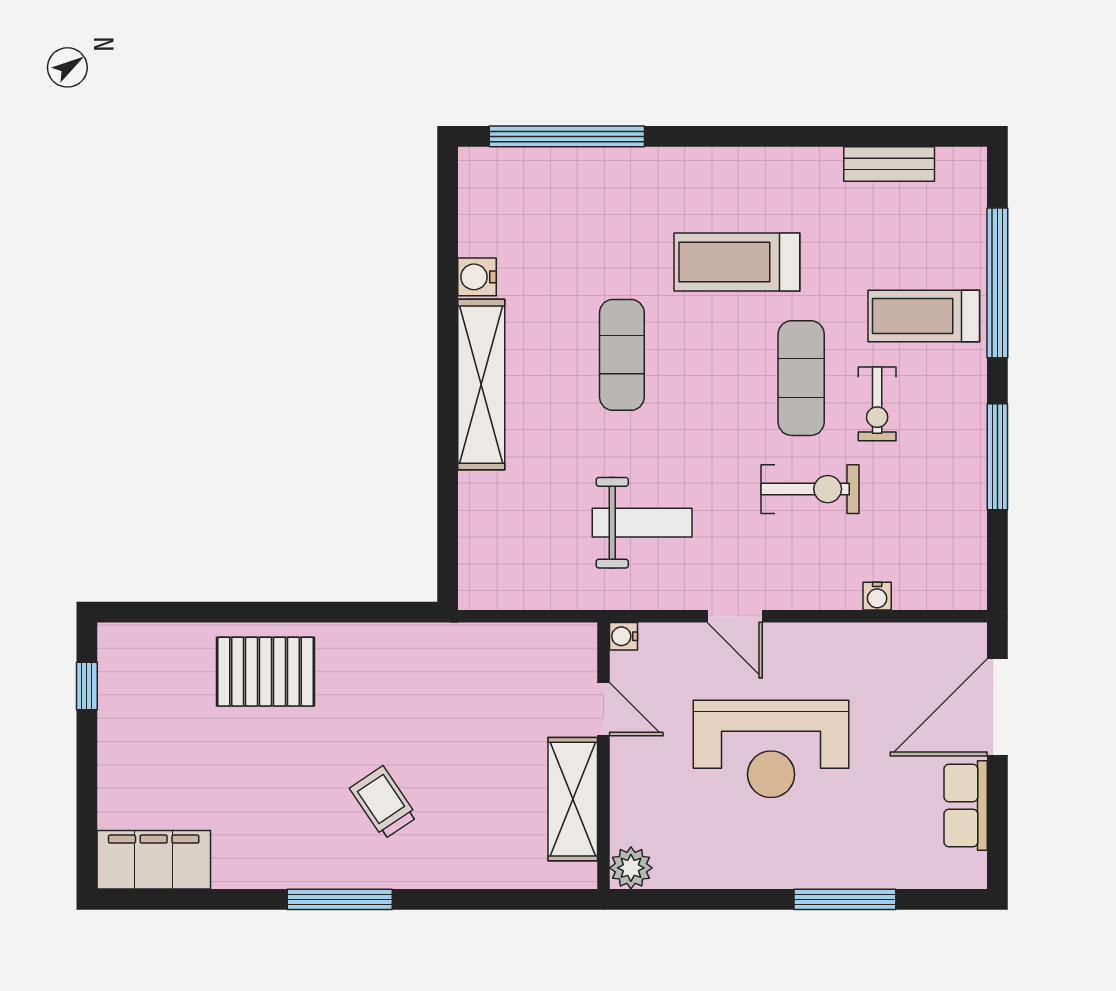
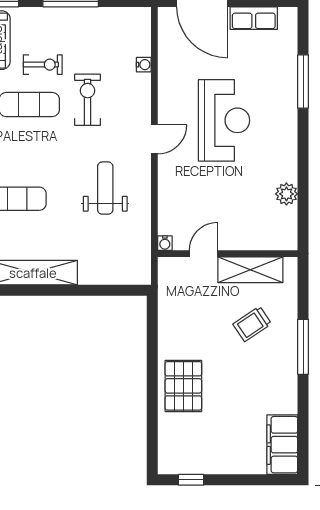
water cooler: (624, 636) -> (165, 243), moved
door: (604, 709) -> (203, 254), moved
wall: (604, 756) -> (228, 254), moved
shelving: (573, 799) -> (250, 270), moved

